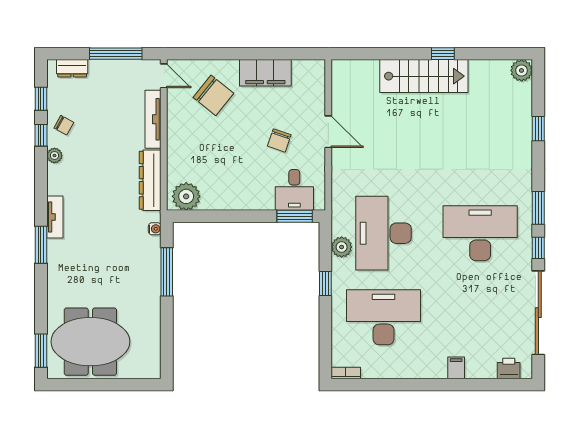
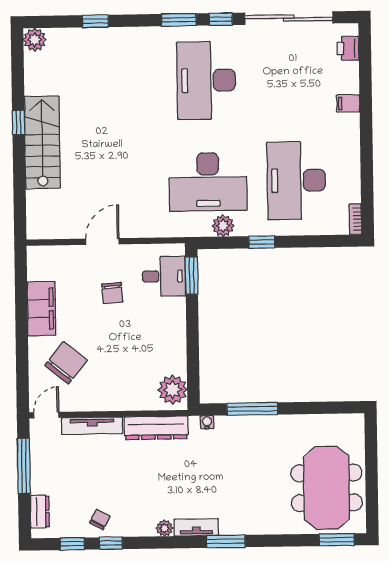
chair: (279, 140) -> (112, 293), turned 67
plant: (54, 155) -> (164, 528), moved

